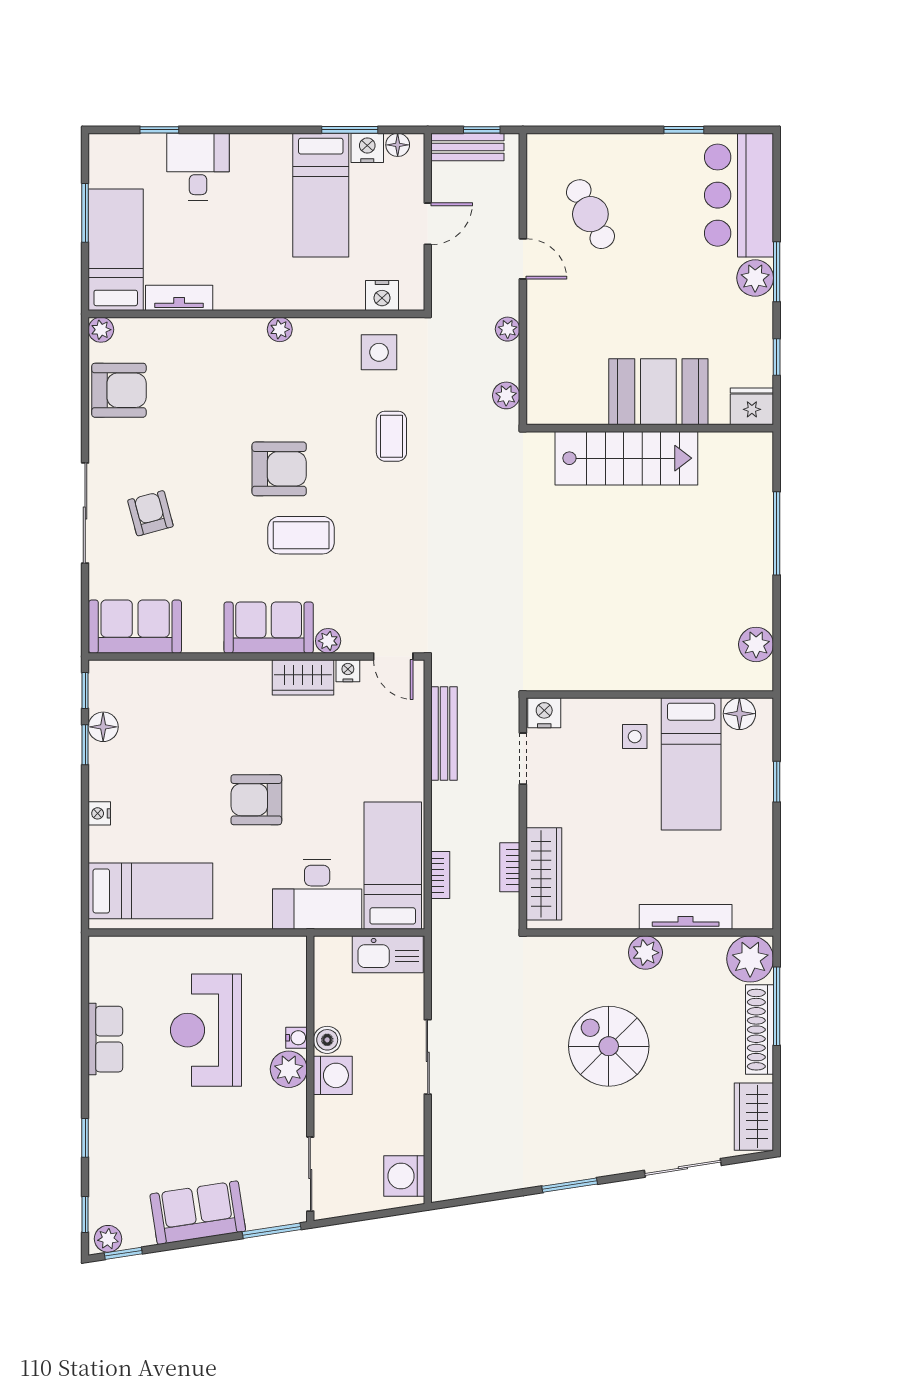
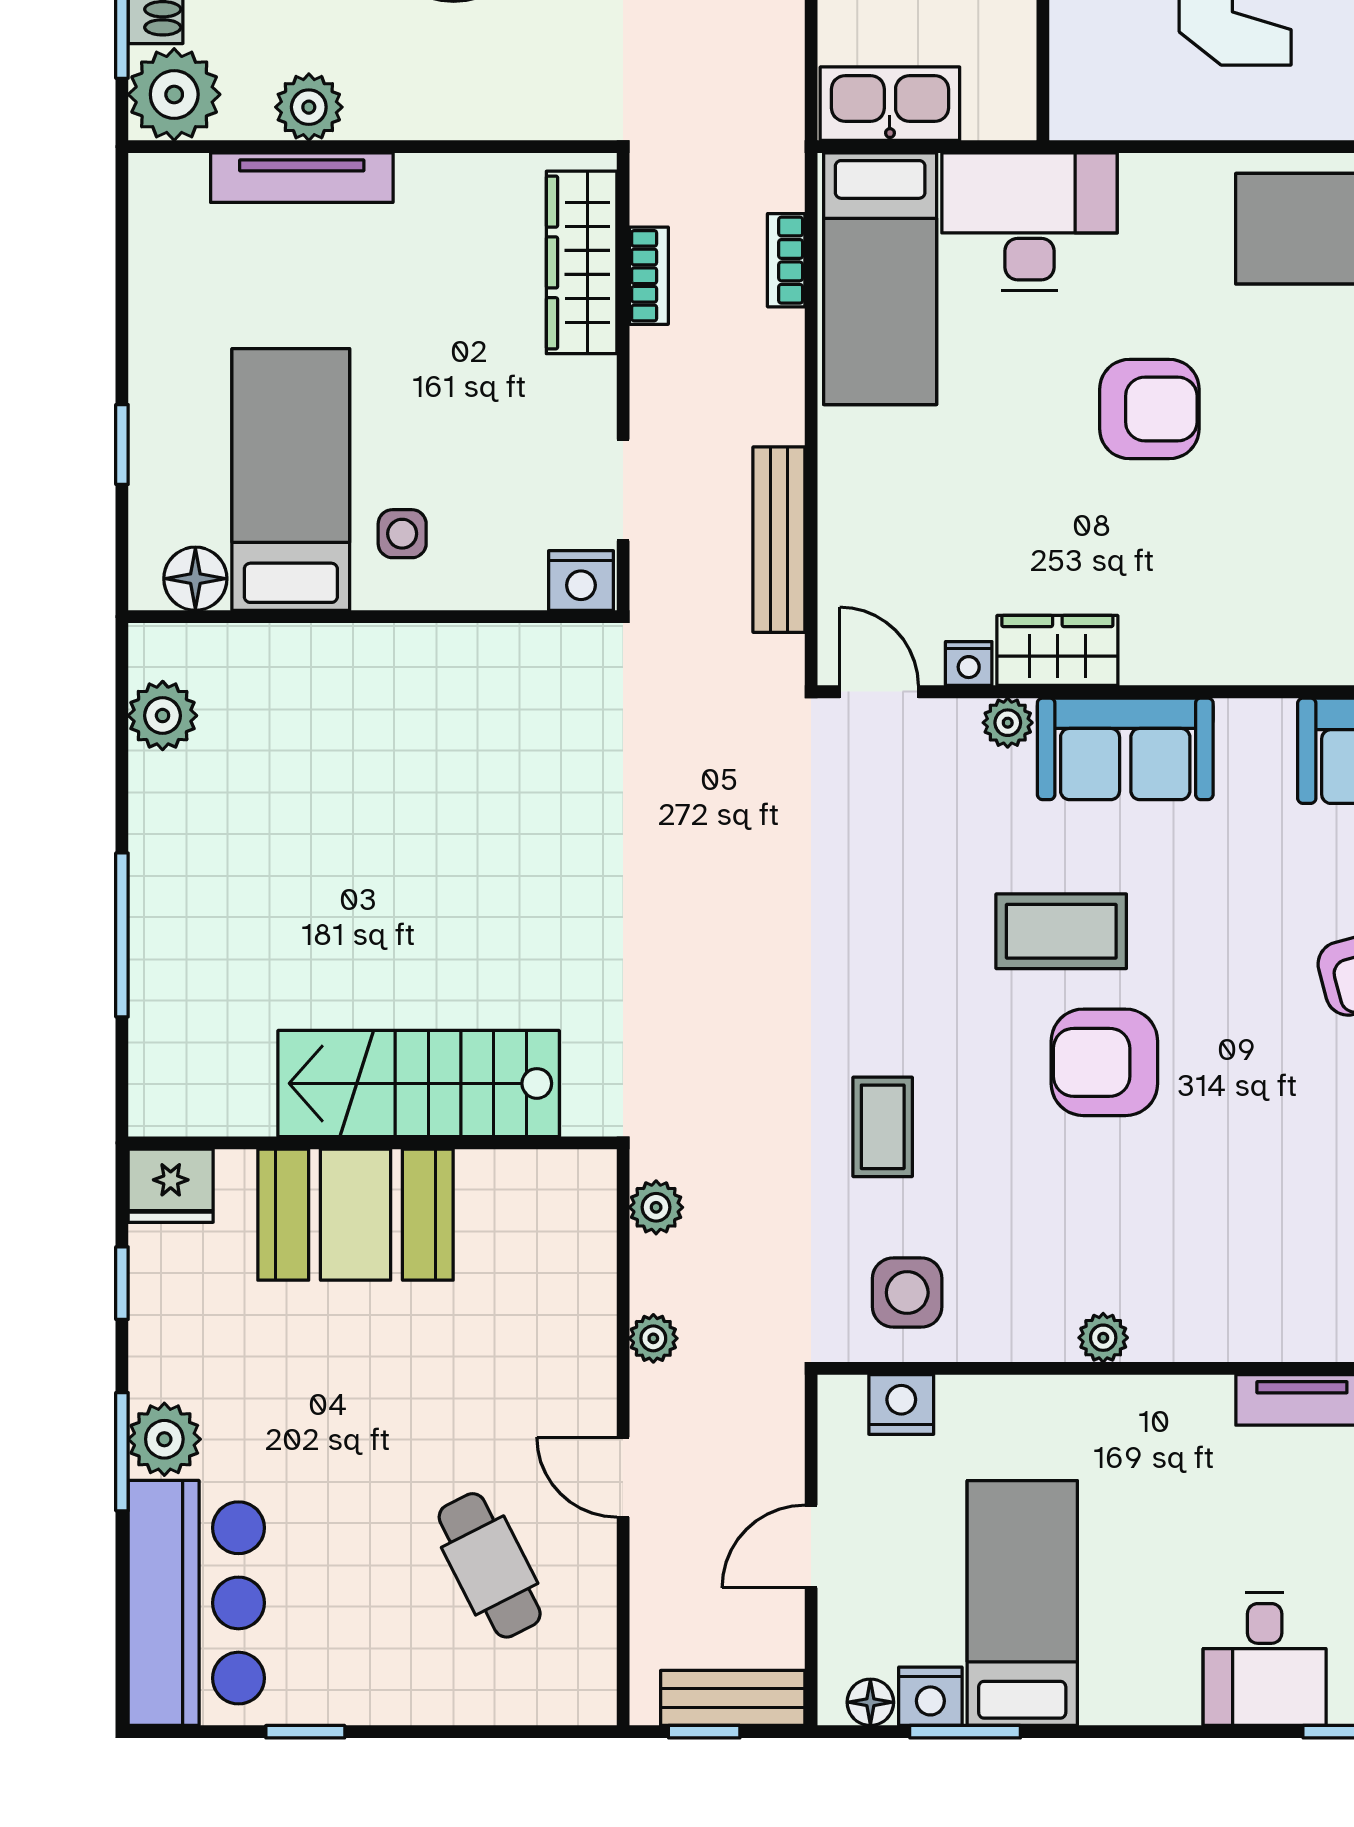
plant: (645, 953) -> (309, 107), moved

